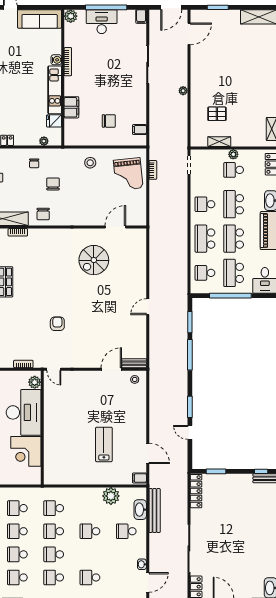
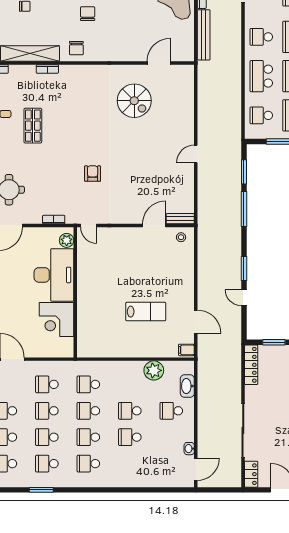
spiral stairs: (94, 260) -> (134, 101), turned -90
lab bench: (104, 444) -> (146, 312), turned 90
bench: (155, 511) -> (204, 35), moved
school desk: (90, 577) -> (130, 437), moved

